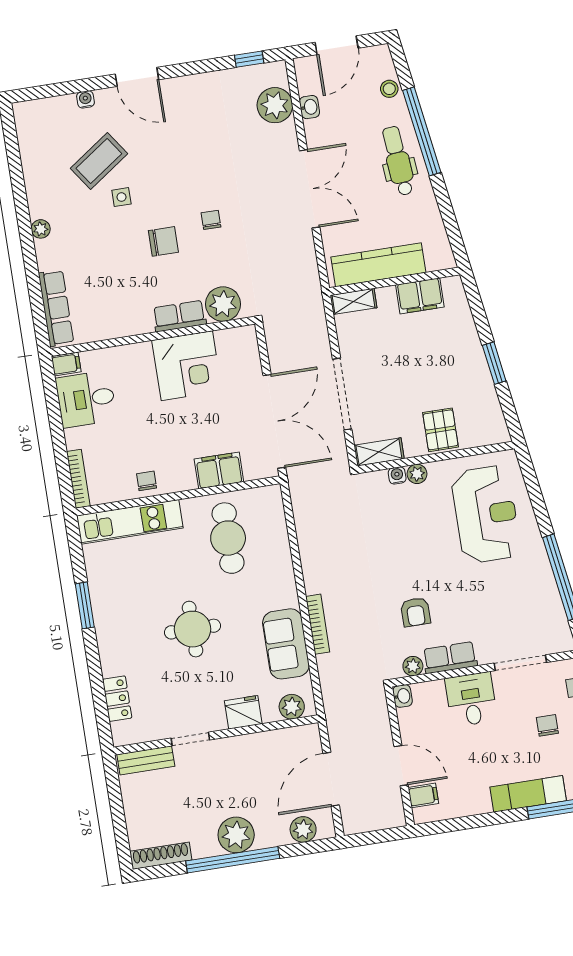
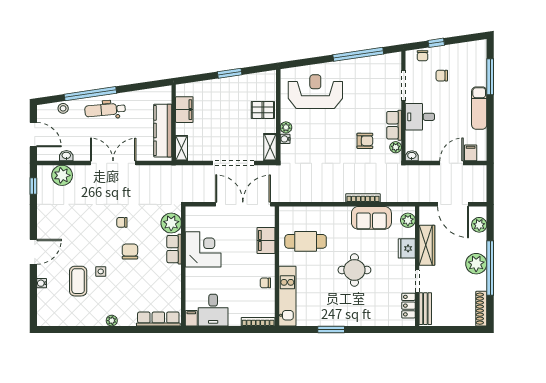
coffee table: (99, 161) -> (78, 281), turned 35
locker: (117, 699) -> (408, 306), moved, turned -90
wardrobe: (254, 746) -> (427, 245), added
exam couch: (528, 794) -> (479, 108), moved

